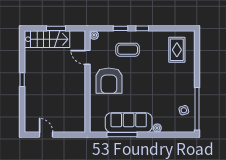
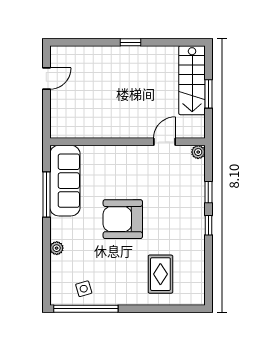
coffee table: (128, 50) -> (176, 203), removed
rug: (177, 50) -> (160, 274), moved, turned 90
armchair: (109, 81) -> (123, 219), moved
sofa: (129, 123) -> (65, 181), moved

